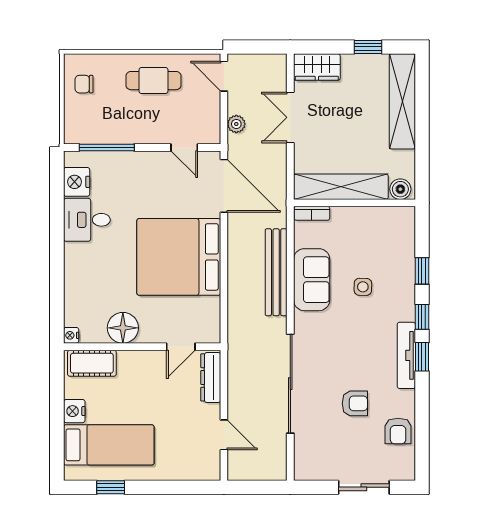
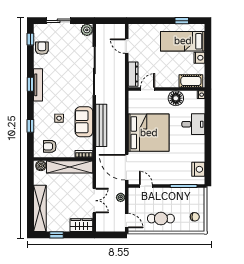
desk: (87, 220) -> (193, 124), moved
window: (422, 317) -> (30, 39), moved
armchair: (355, 403) -> (50, 146), moved
plant: (306, 468) -> (87, 30), added

